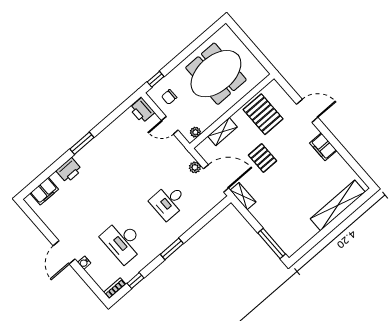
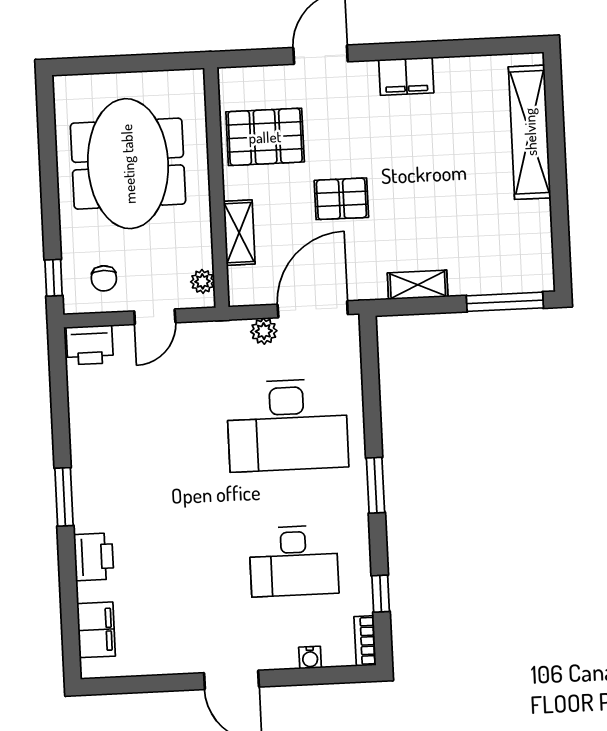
shelving: (243, 196) -> (418, 285), moved
desk: (169, 202) -> (287, 425), width x1.87, depth x1.30
water cooler: (84, 263) -> (310, 658), moved

